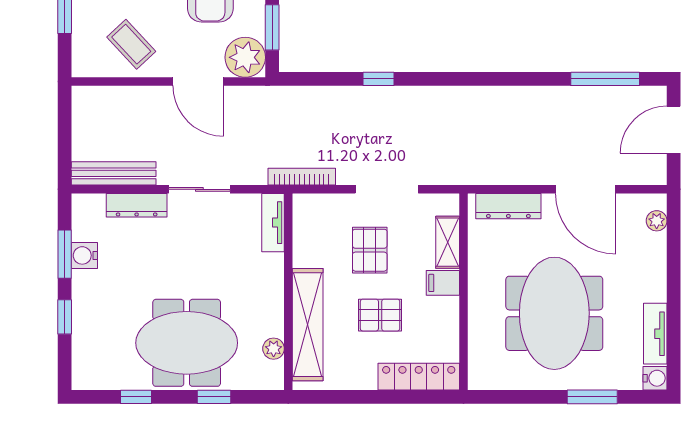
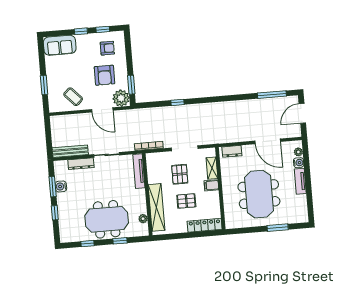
dresser: (508, 206) -> (232, 151), width x0.70
tv unit: (273, 223) -> (139, 171), width x1.41
tv unit: (655, 334) -> (300, 181), moved
water cooler: (655, 378) -> (299, 163), moved

